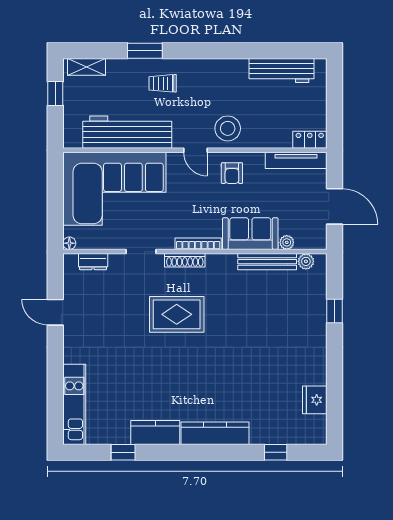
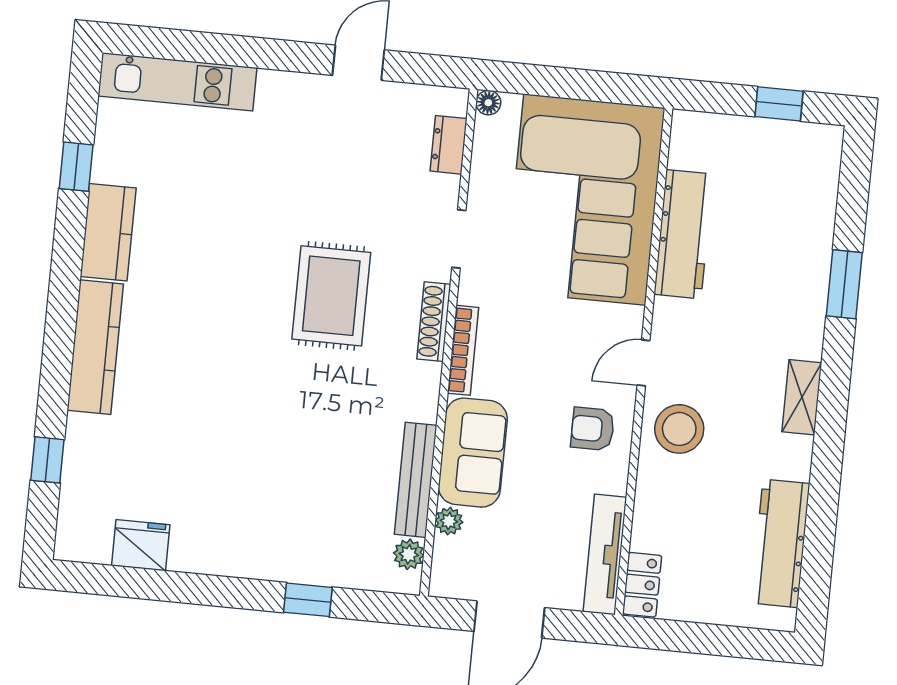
shelving: (86, 67) -> (802, 397), moved
trolley: (163, 83) -> (778, 312), removed
workbench: (127, 132) -> (684, 234), width x0.73, depth x0.76

